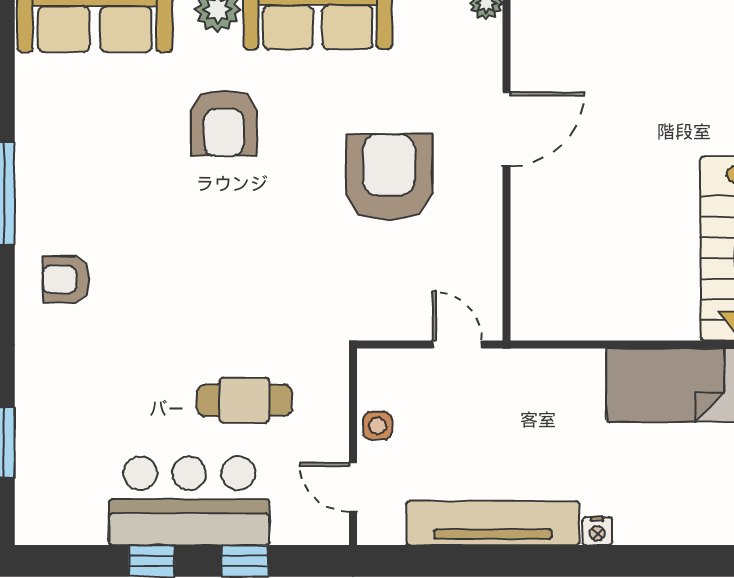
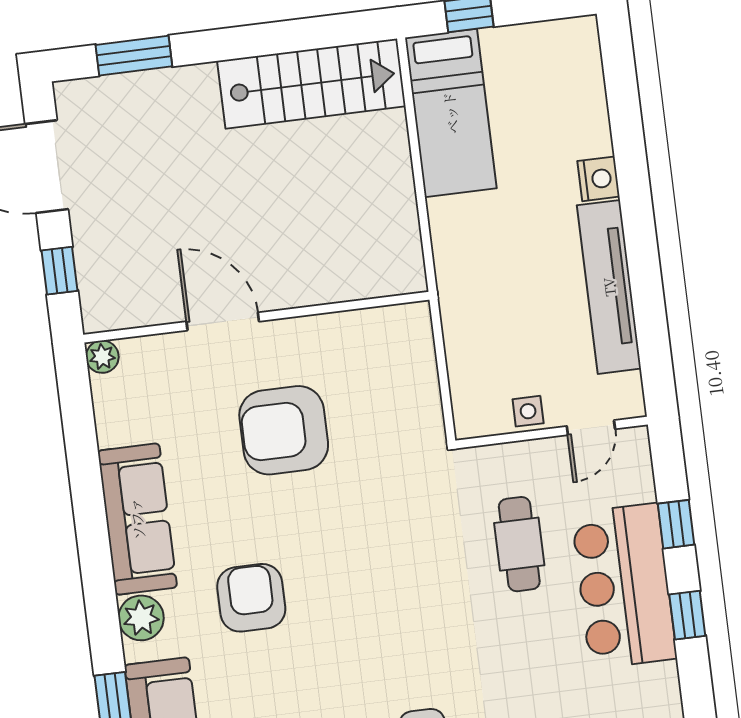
armchair: (224, 123) -> (251, 598), turned -90
door: (457, 345) -> (439, 343), removed
nightstand: (597, 531) -> (599, 179), width x1.39, depth x1.35

